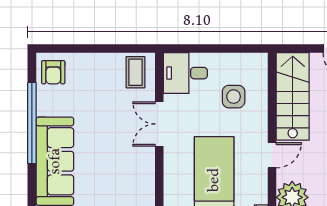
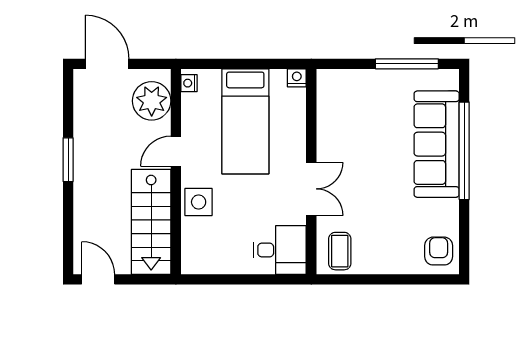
side table: (234, 97) -> (199, 202), moved
window: (32, 123) -> (464, 151), moved

